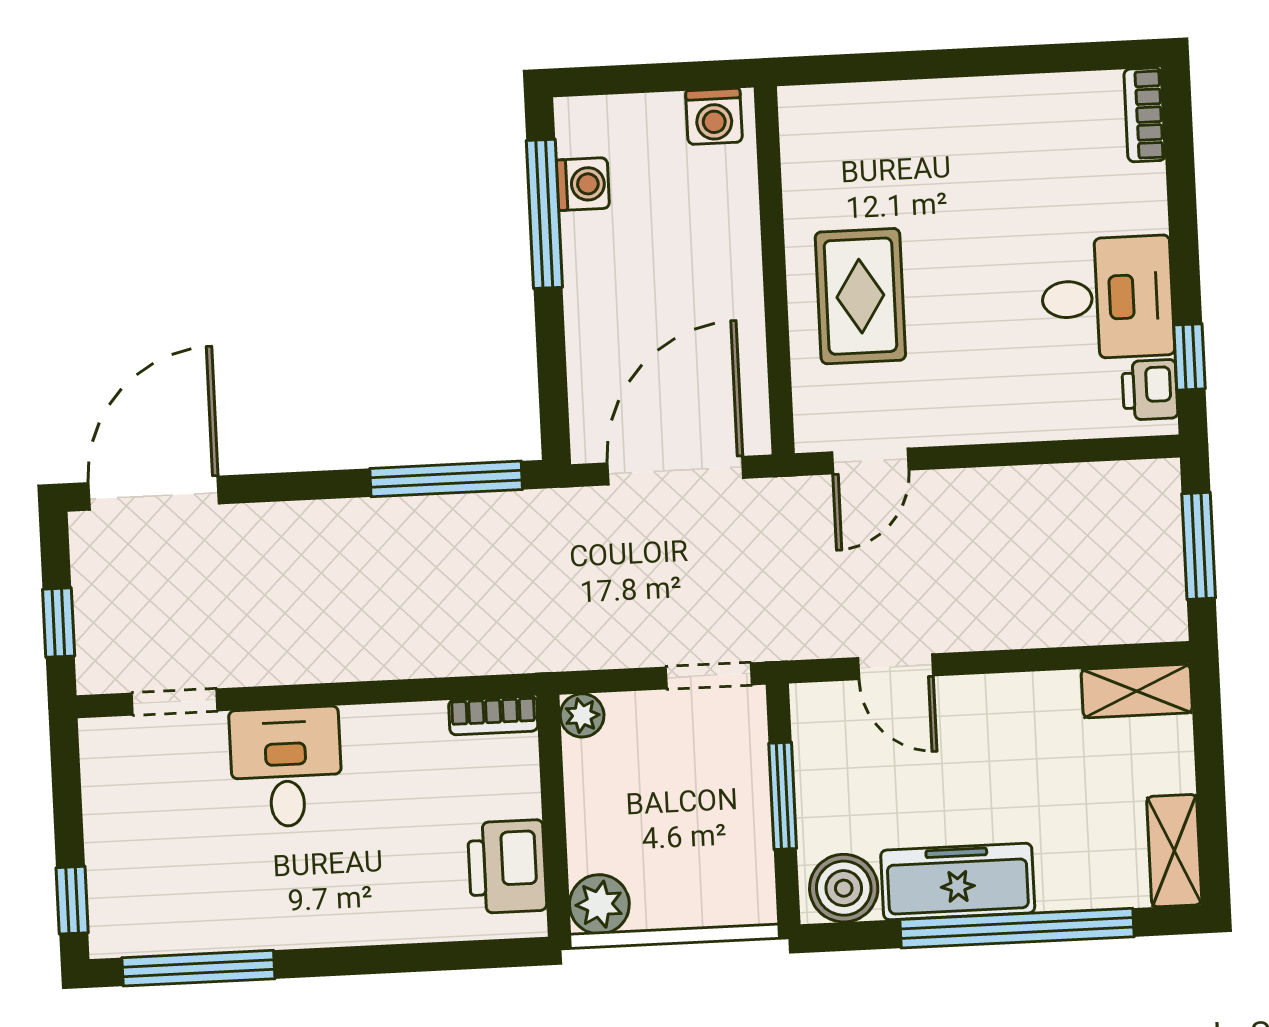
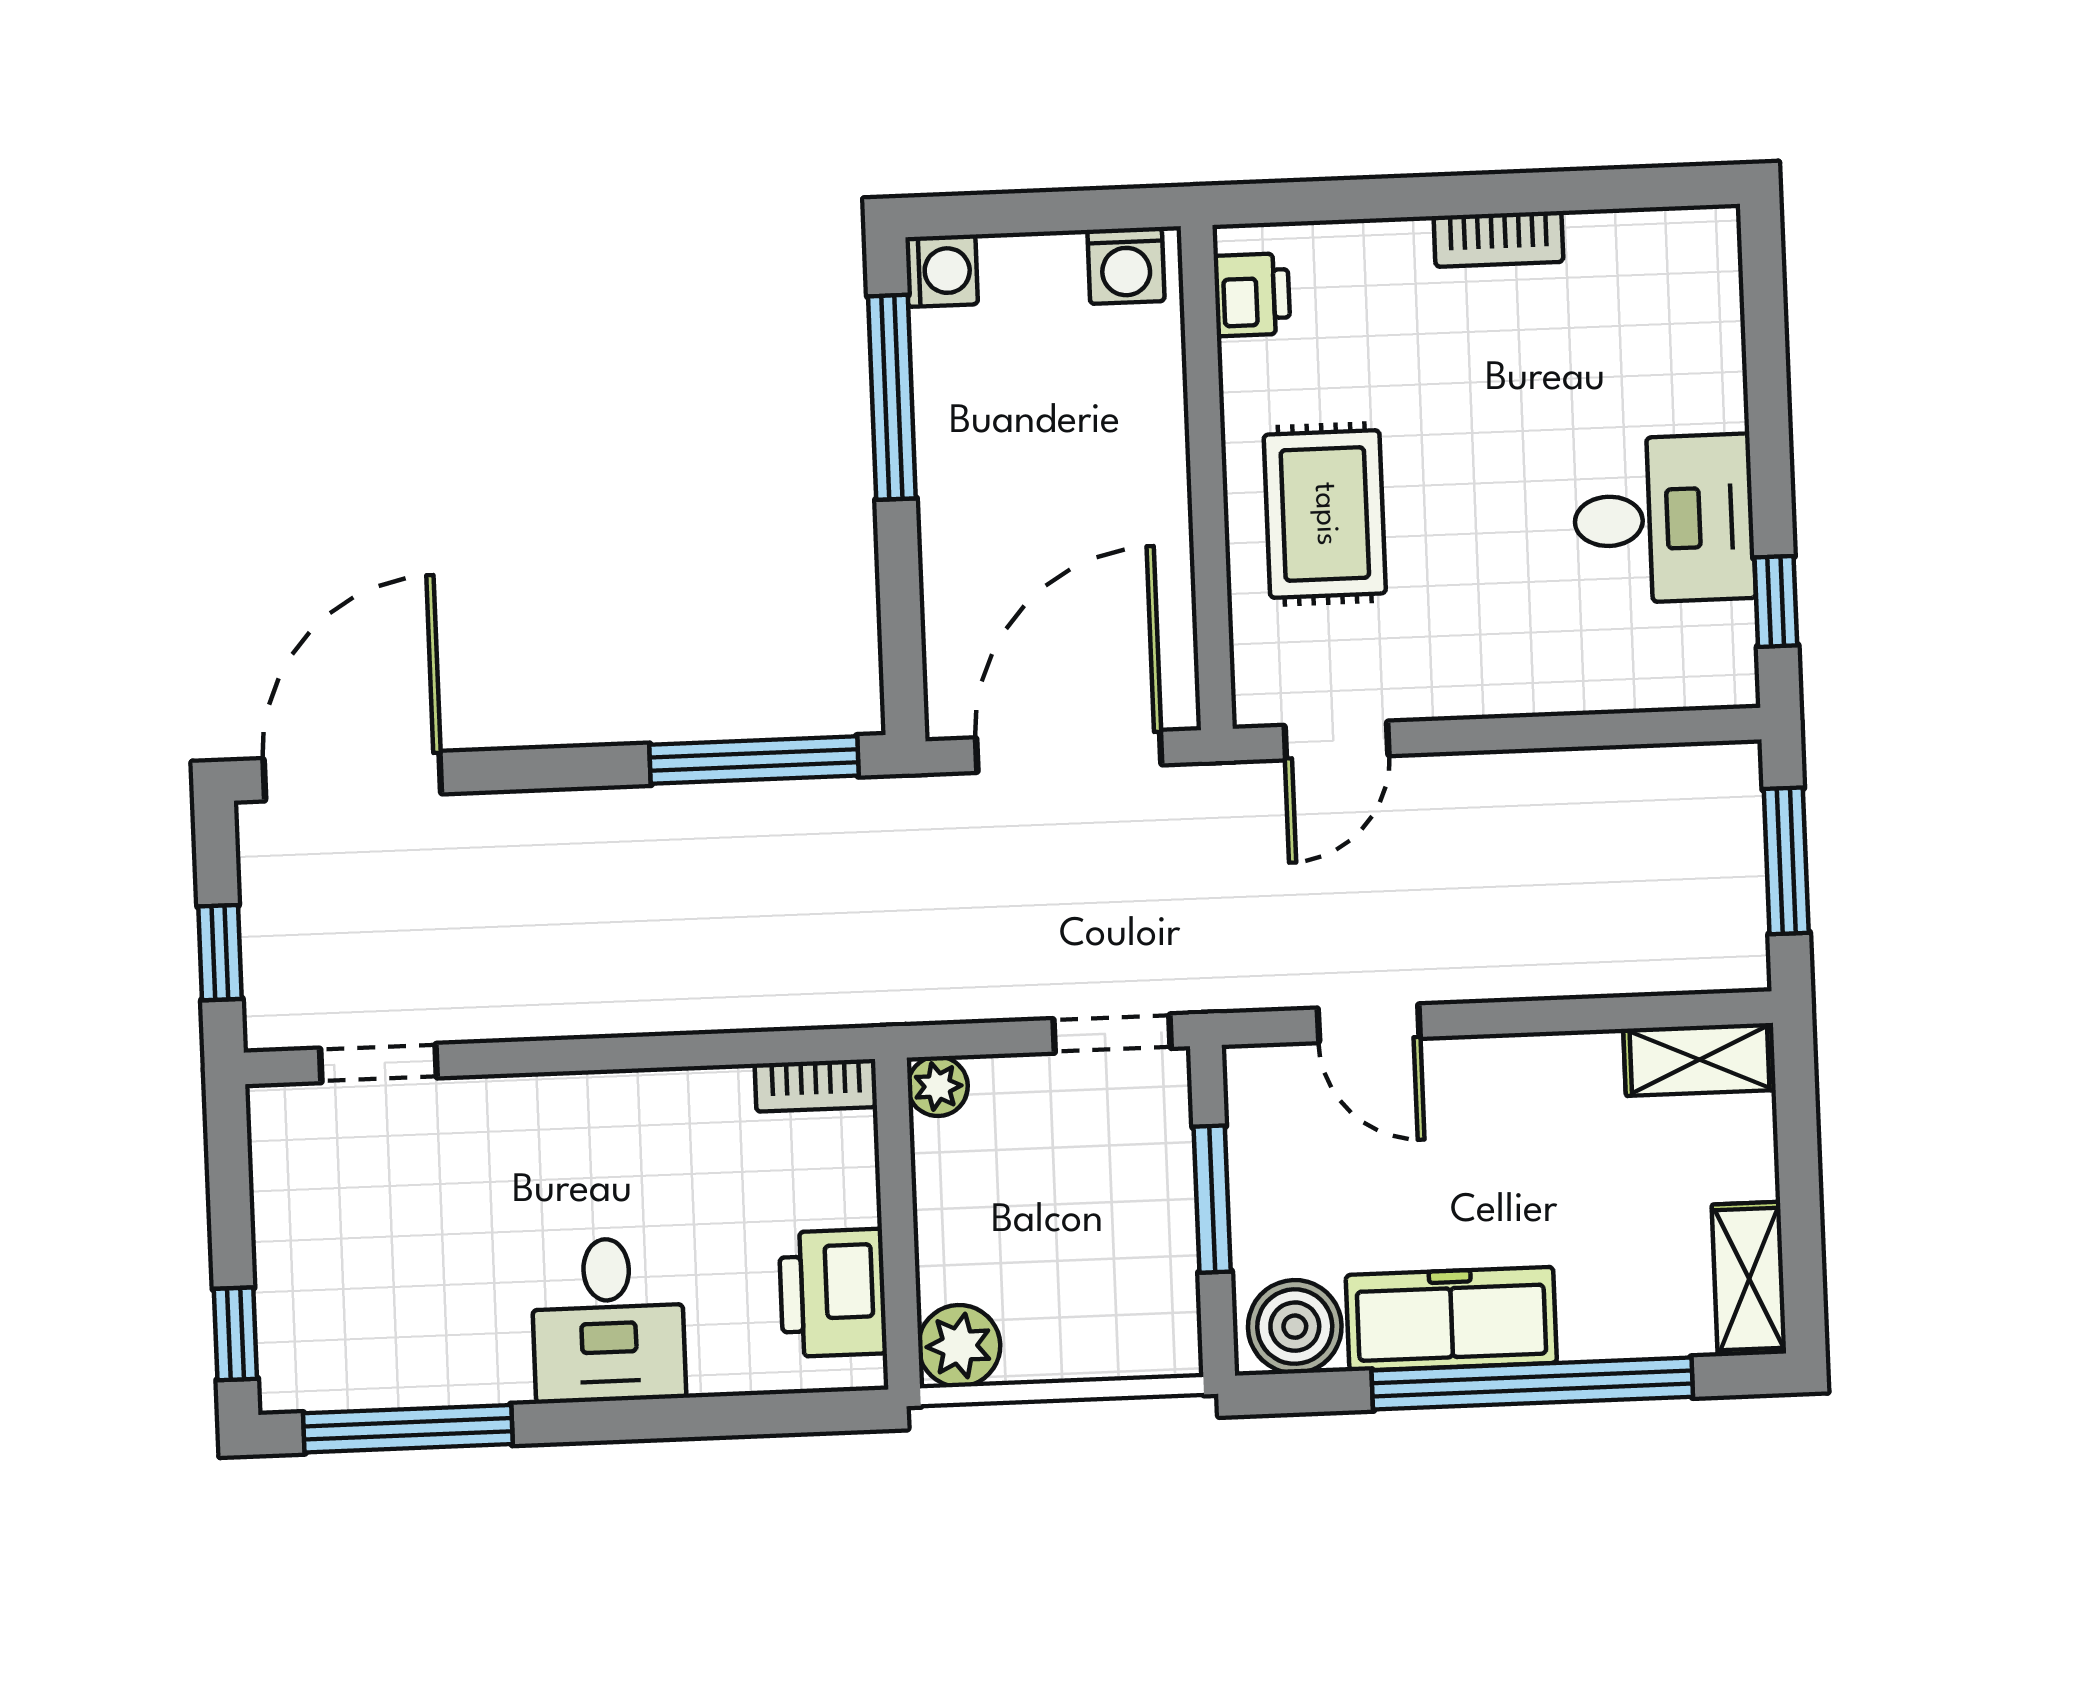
bookcase: (1145, 115) -> (1498, 239), moved, turned -90
washing machine: (583, 184) -> (942, 271), moved
printer: (1150, 390) -> (1252, 295), moved, turned 180
desk: (286, 767) -> (608, 1320), moved, turned 180

